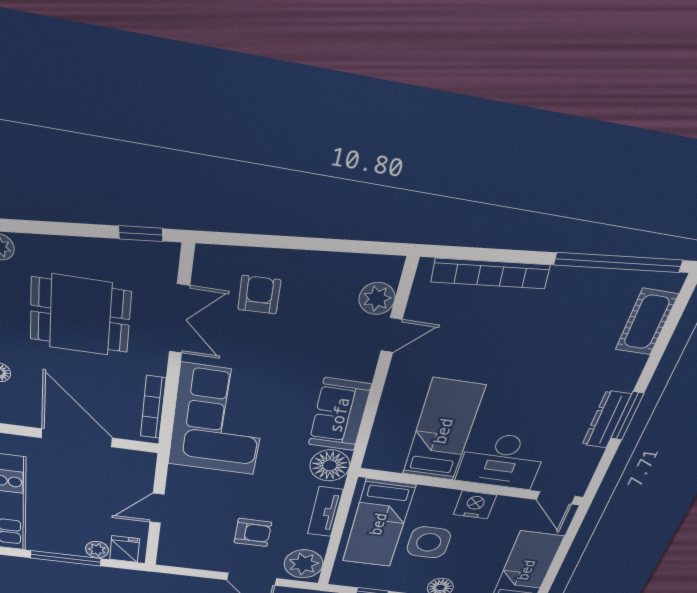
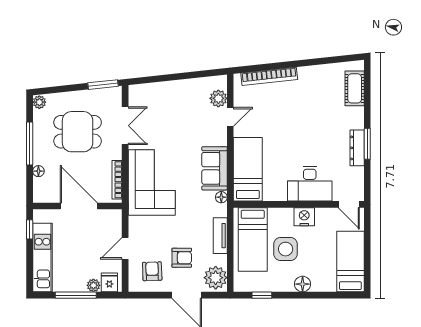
window: (141, 234) -> (103, 85), width x1.50
window: (618, 263) -> (328, 60), removed
armchair: (259, 295) -> (152, 271), moved
bed: (443, 431) -> (248, 169), moved
floor lamp: (330, 465) -> (221, 197), width x0.53, depth x0.53

